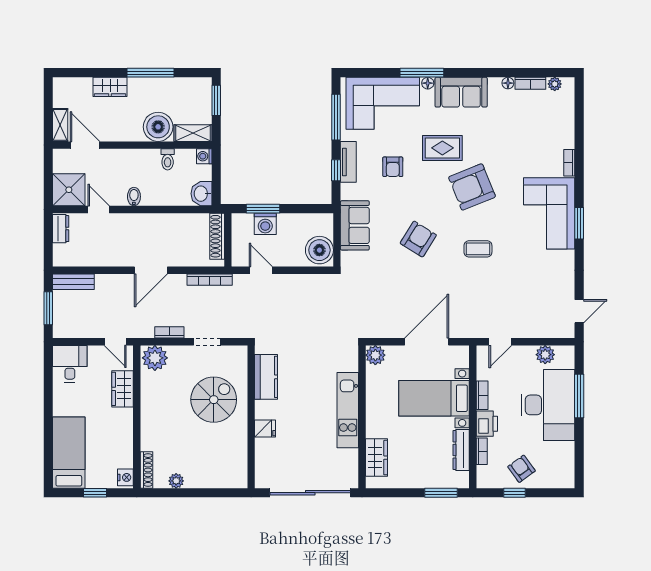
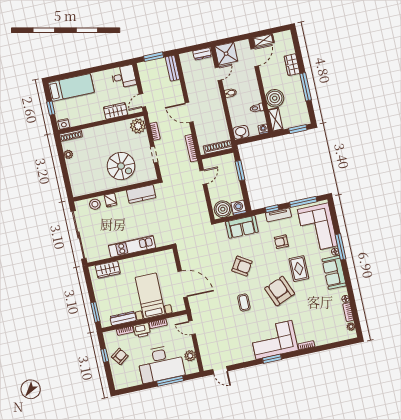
washing machine: (265, 224) -> (239, 208), moved, turned 90
plant: (375, 355) -> (168, 256), removed
stool: (266, 455) -> (95, 204), added

